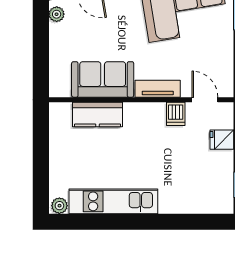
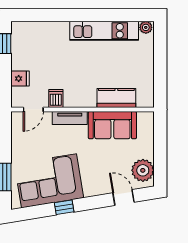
plant: (57, 14) -> (143, 170), width x1.88, depth x1.88
door: (205, 100) -> (33, 109), hinge flipped

